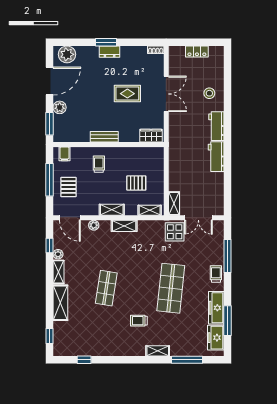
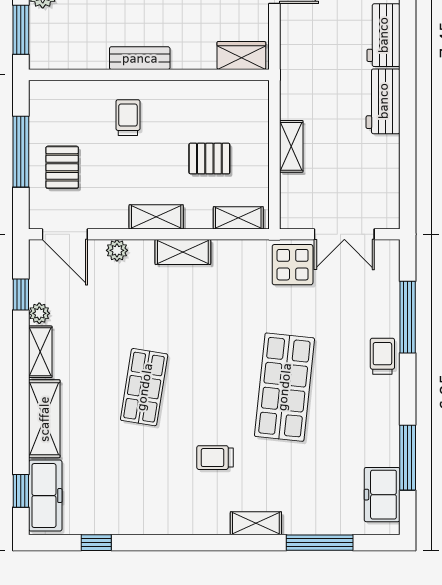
filing cabinet: (65, 154) -> (53, 95), removed
shelving: (174, 204) -> (291, 146), moved
freezer: (216, 308) -> (45, 496), moved, turned 180

